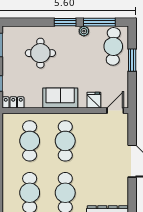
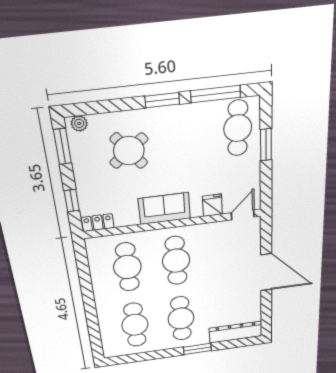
plant: (84, 31) -> (79, 123), moved
round table: (40, 53) -> (129, 151), turned -38

